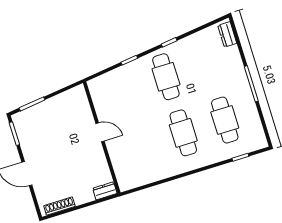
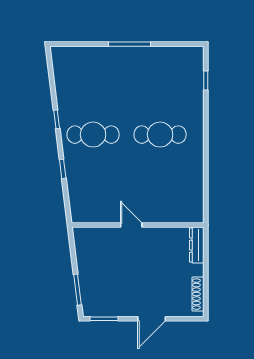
dresser: (227, 34) -> (68, 53), removed
cafe table: (225, 120) -> (160, 85), removed
door: (100, 132) -> (131, 225), hinge flipped
dresser: (105, 191) -> (197, 245), width x1.44

